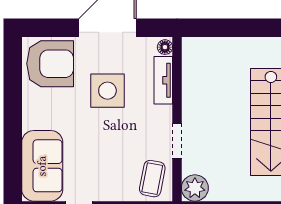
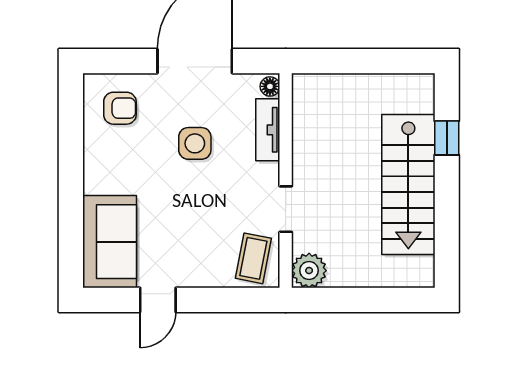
armchair: (50, 64) -> (120, 108), width x0.53, depth x0.53
side table: (107, 91) -> (195, 143), width x0.73, depth x0.73

